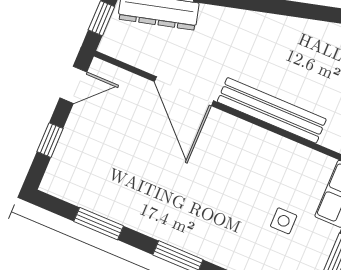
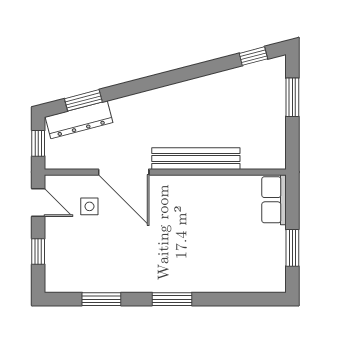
door: (73, 85) -> (38, 202), hinge flipped
side table: (284, 221) -> (89, 206), moved

